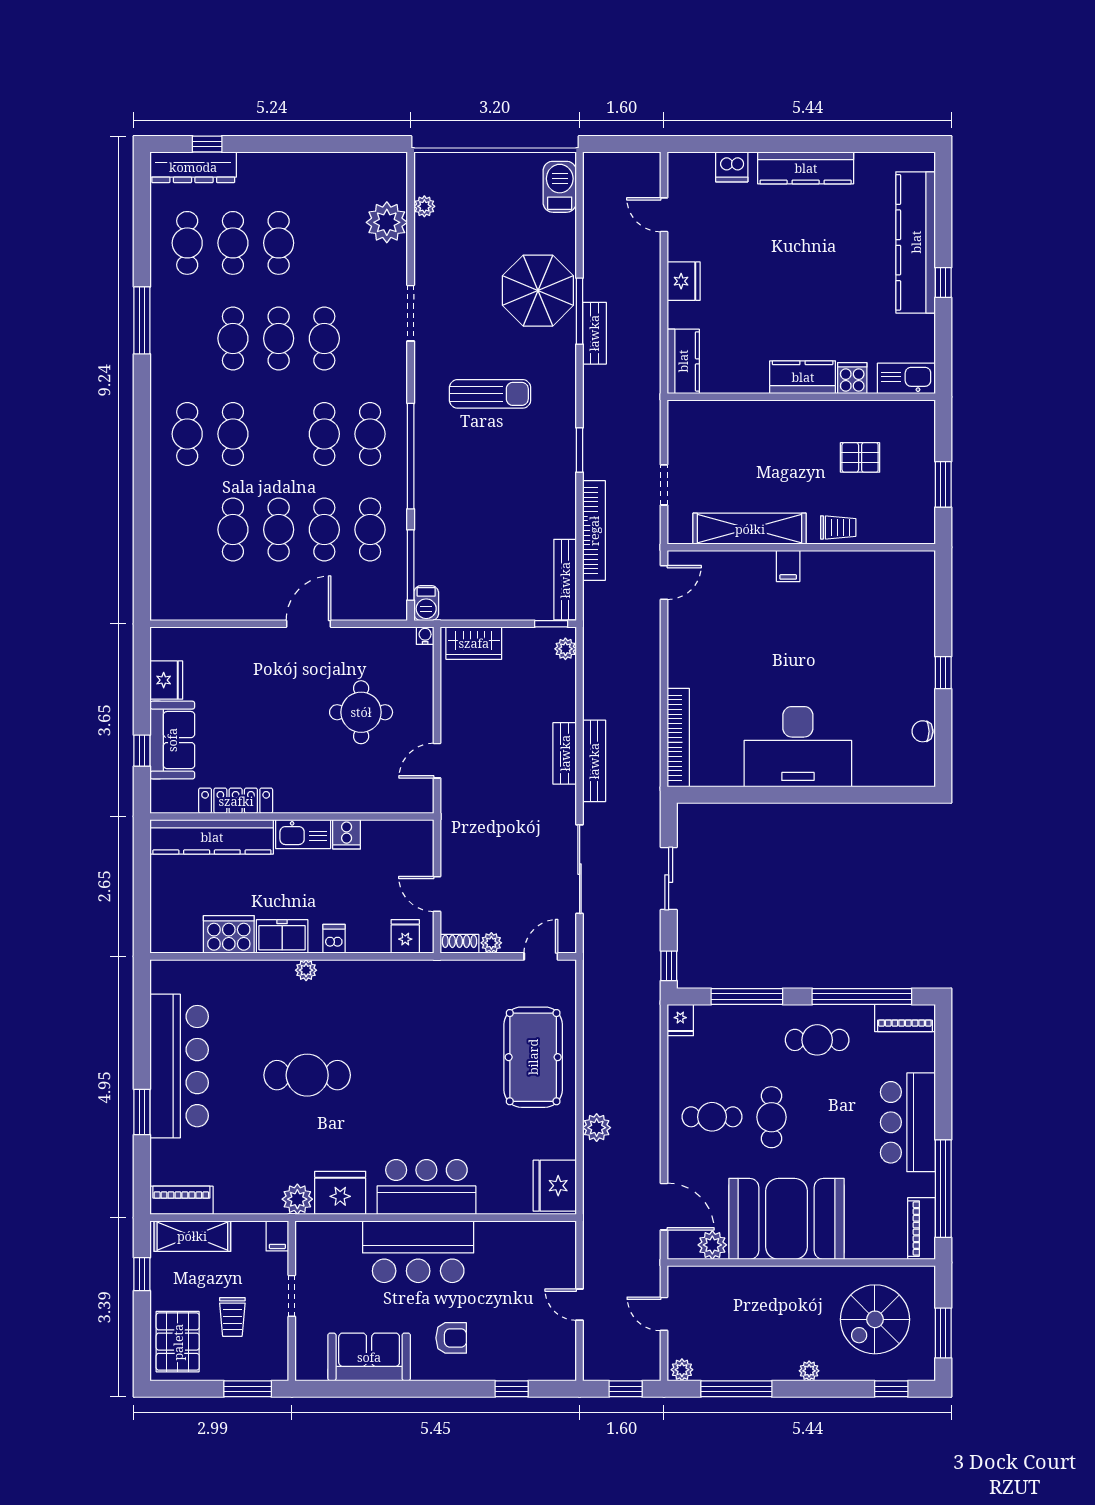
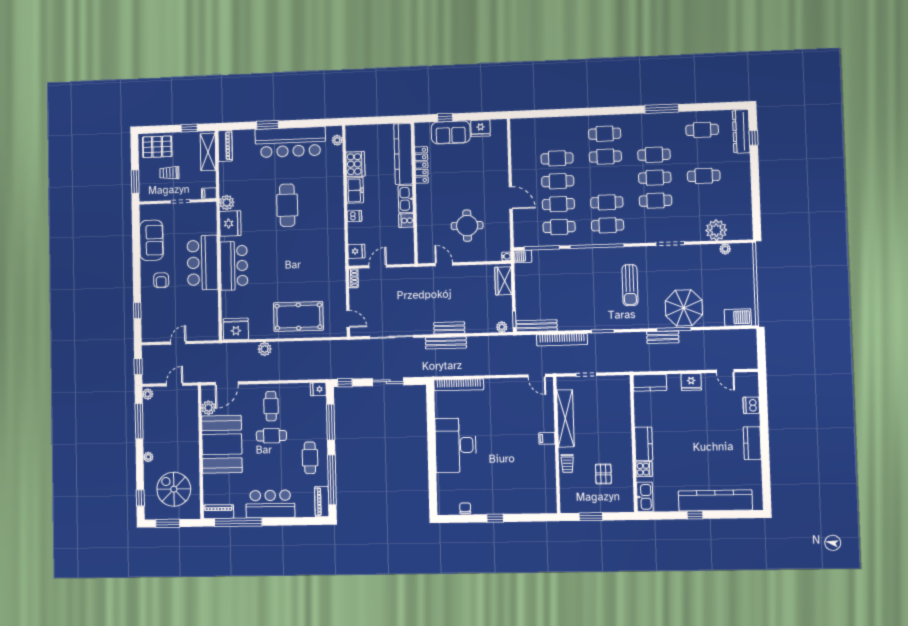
kitchen counter: (806, 168) -> (752, 443), width x0.67
door: (664, 215) -> (725, 371), swing flipped
cafe table: (233, 243) -> (703, 153), removed
plant: (491, 943) -> (354, 294), removed
plant: (306, 970) -> (337, 140), moved

